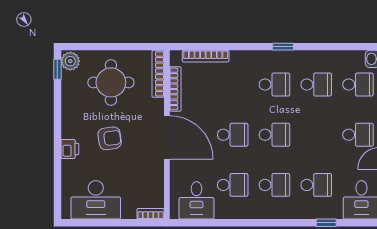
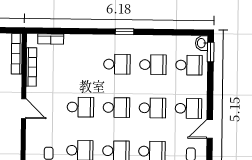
bookcase: (206, 56) -> (51, 39), width x0.64
school desk: (316, 135) -> (152, 108), added
door: (167, 137) -> (24, 109), width x0.53

